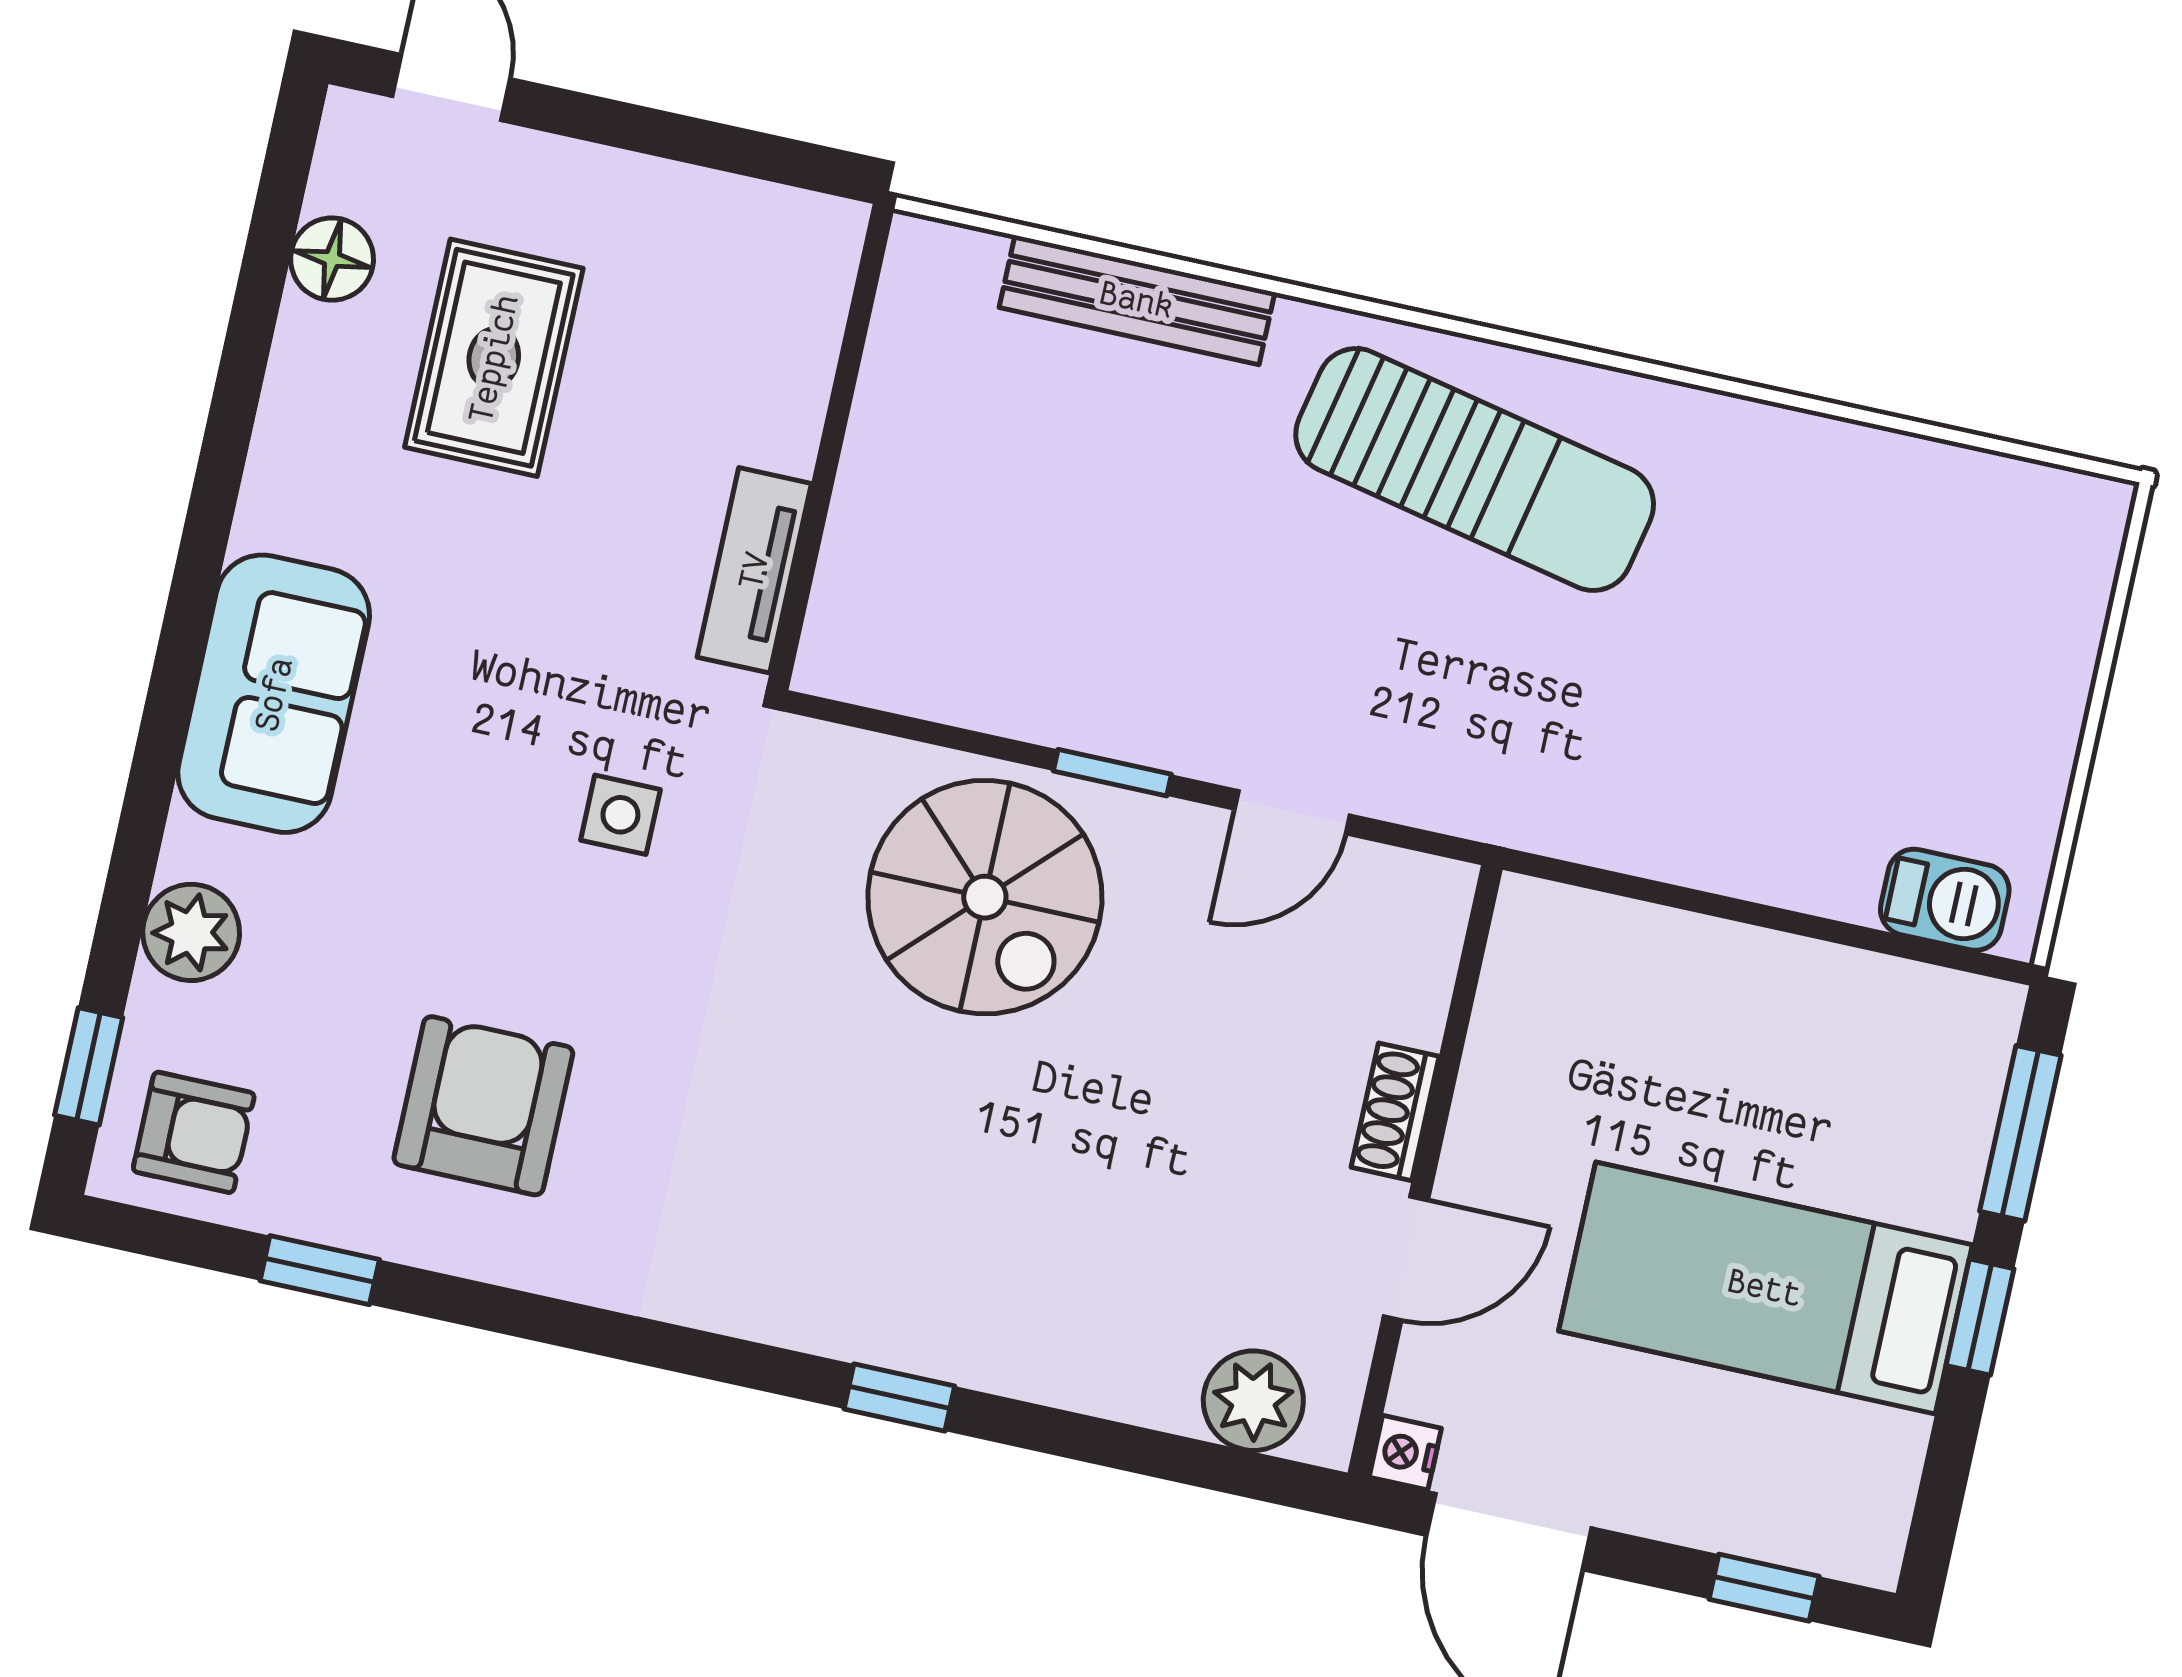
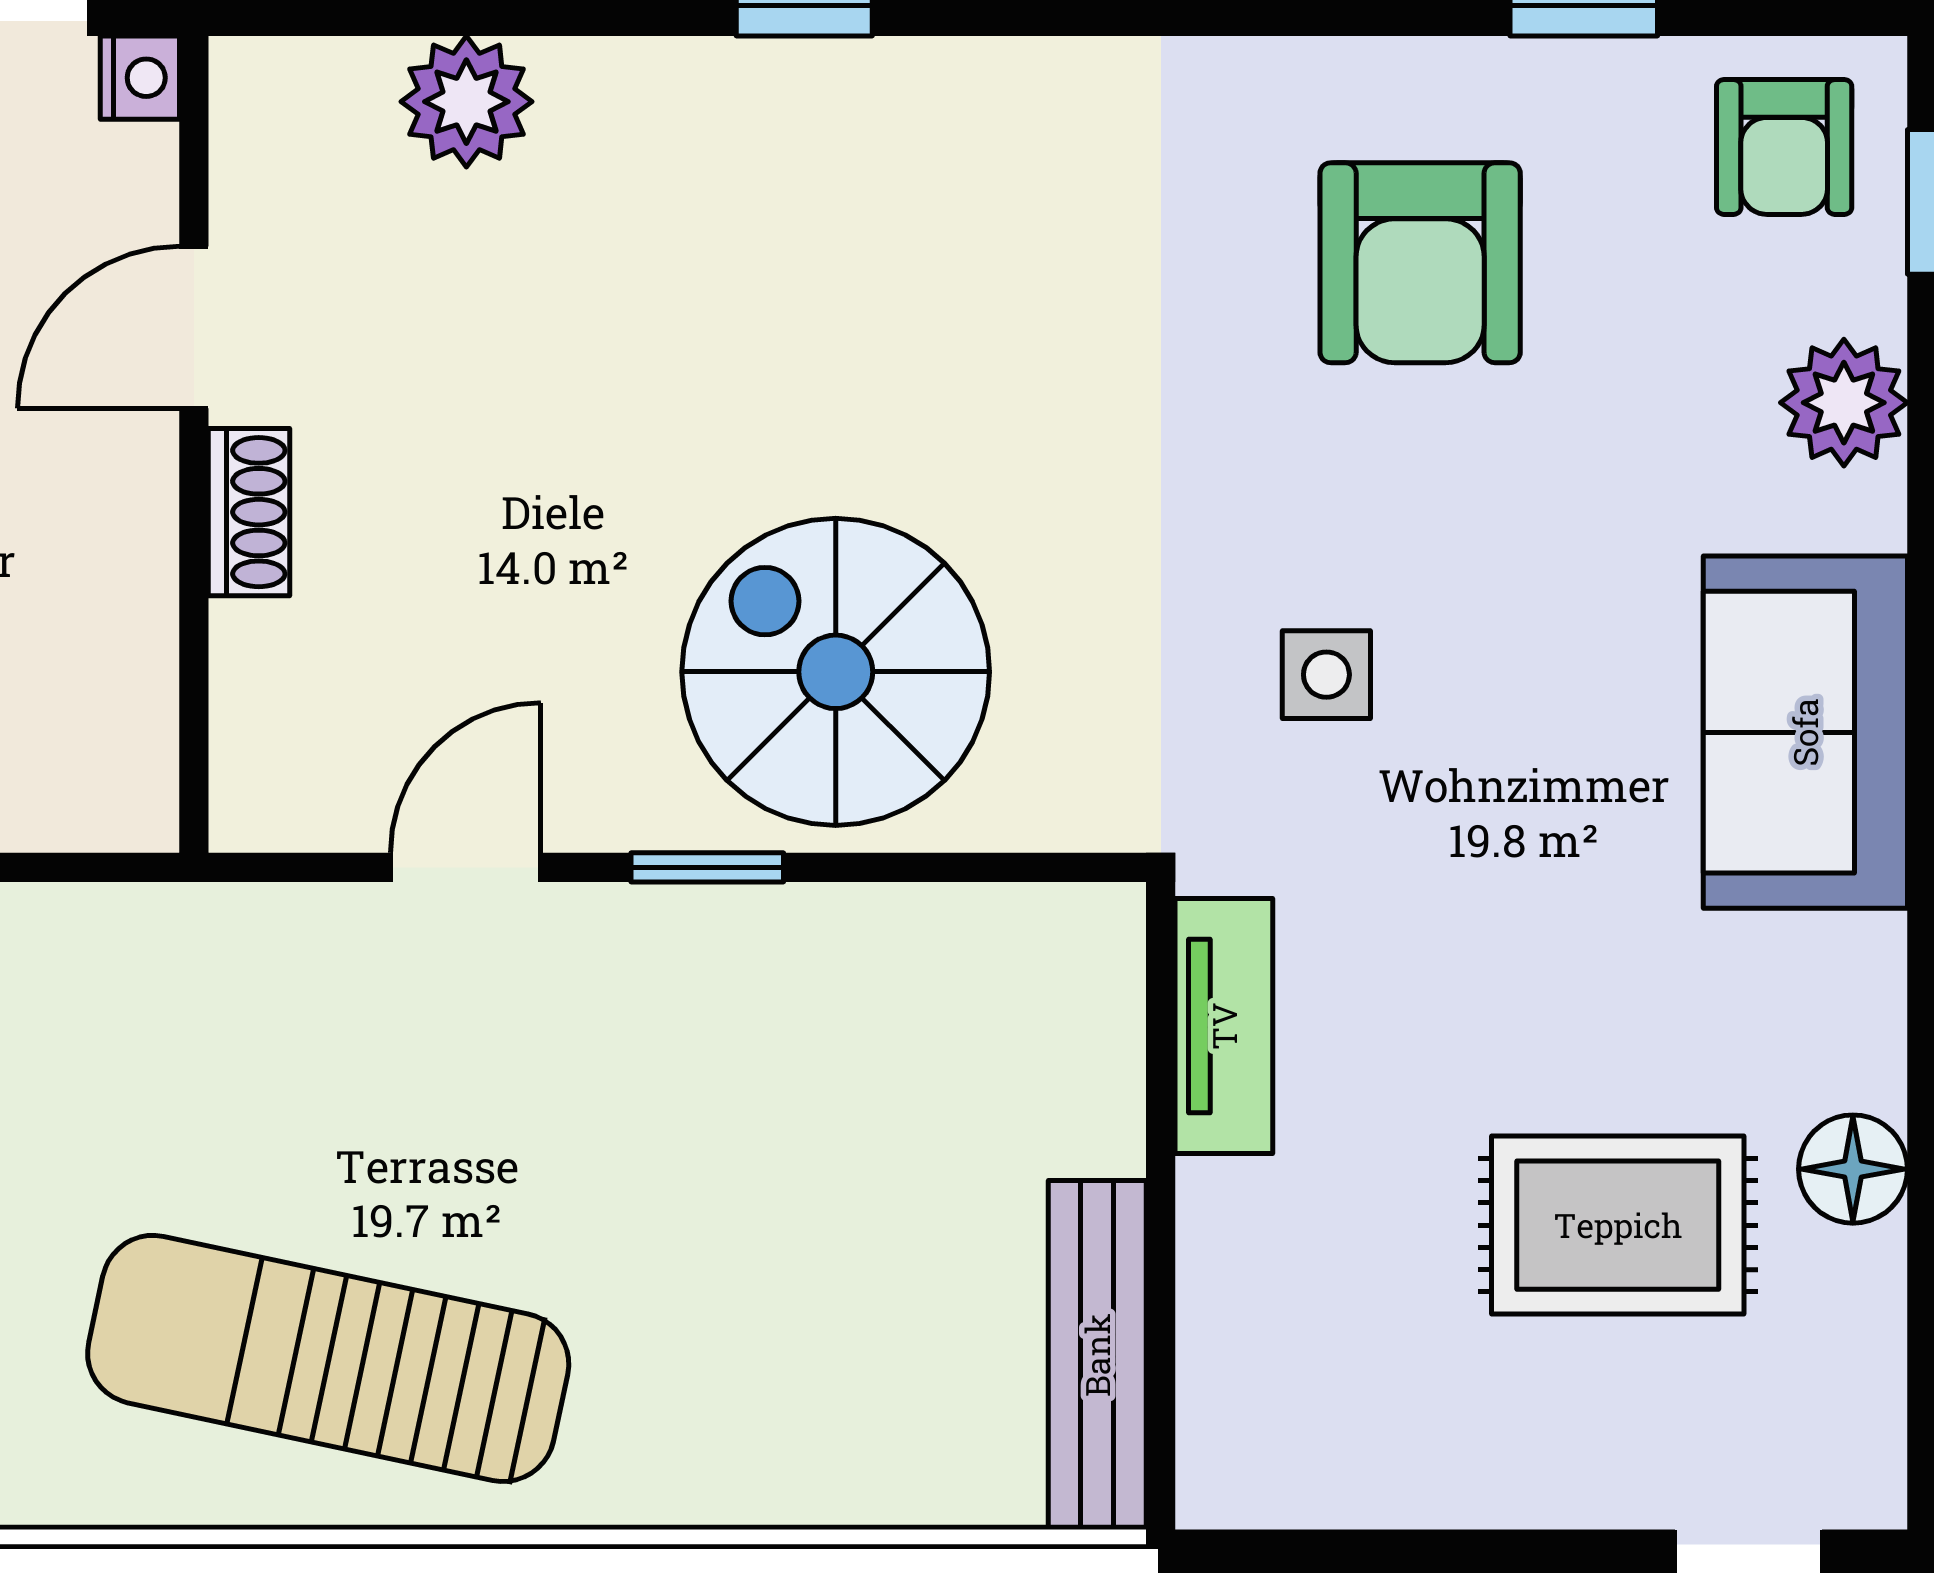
floor lamp: (332, 259) -> (1853, 1169), moved
bench: (1137, 300) -> (1097, 1355), moved, turned 90
rug: (494, 358) -> (1618, 1225), turned 90
armchair: (194, 1132) -> (1784, 147), turned -90
plant: (1253, 1401) -> (466, 102), moved

